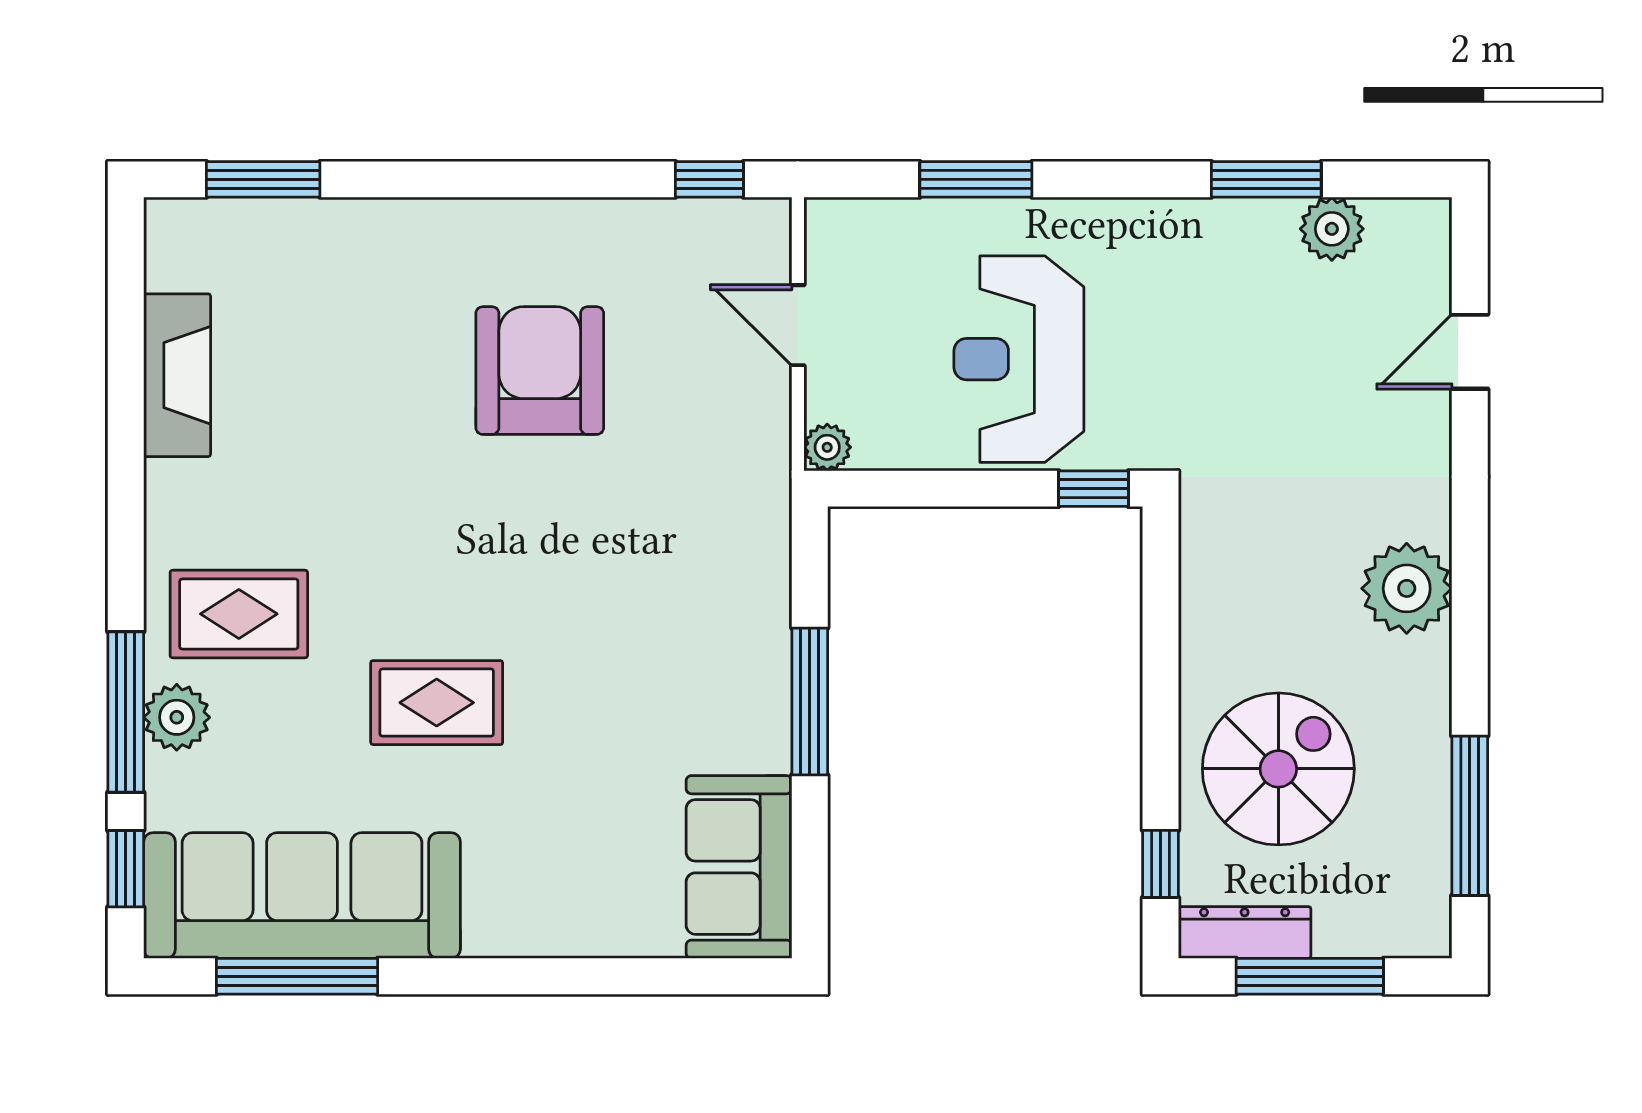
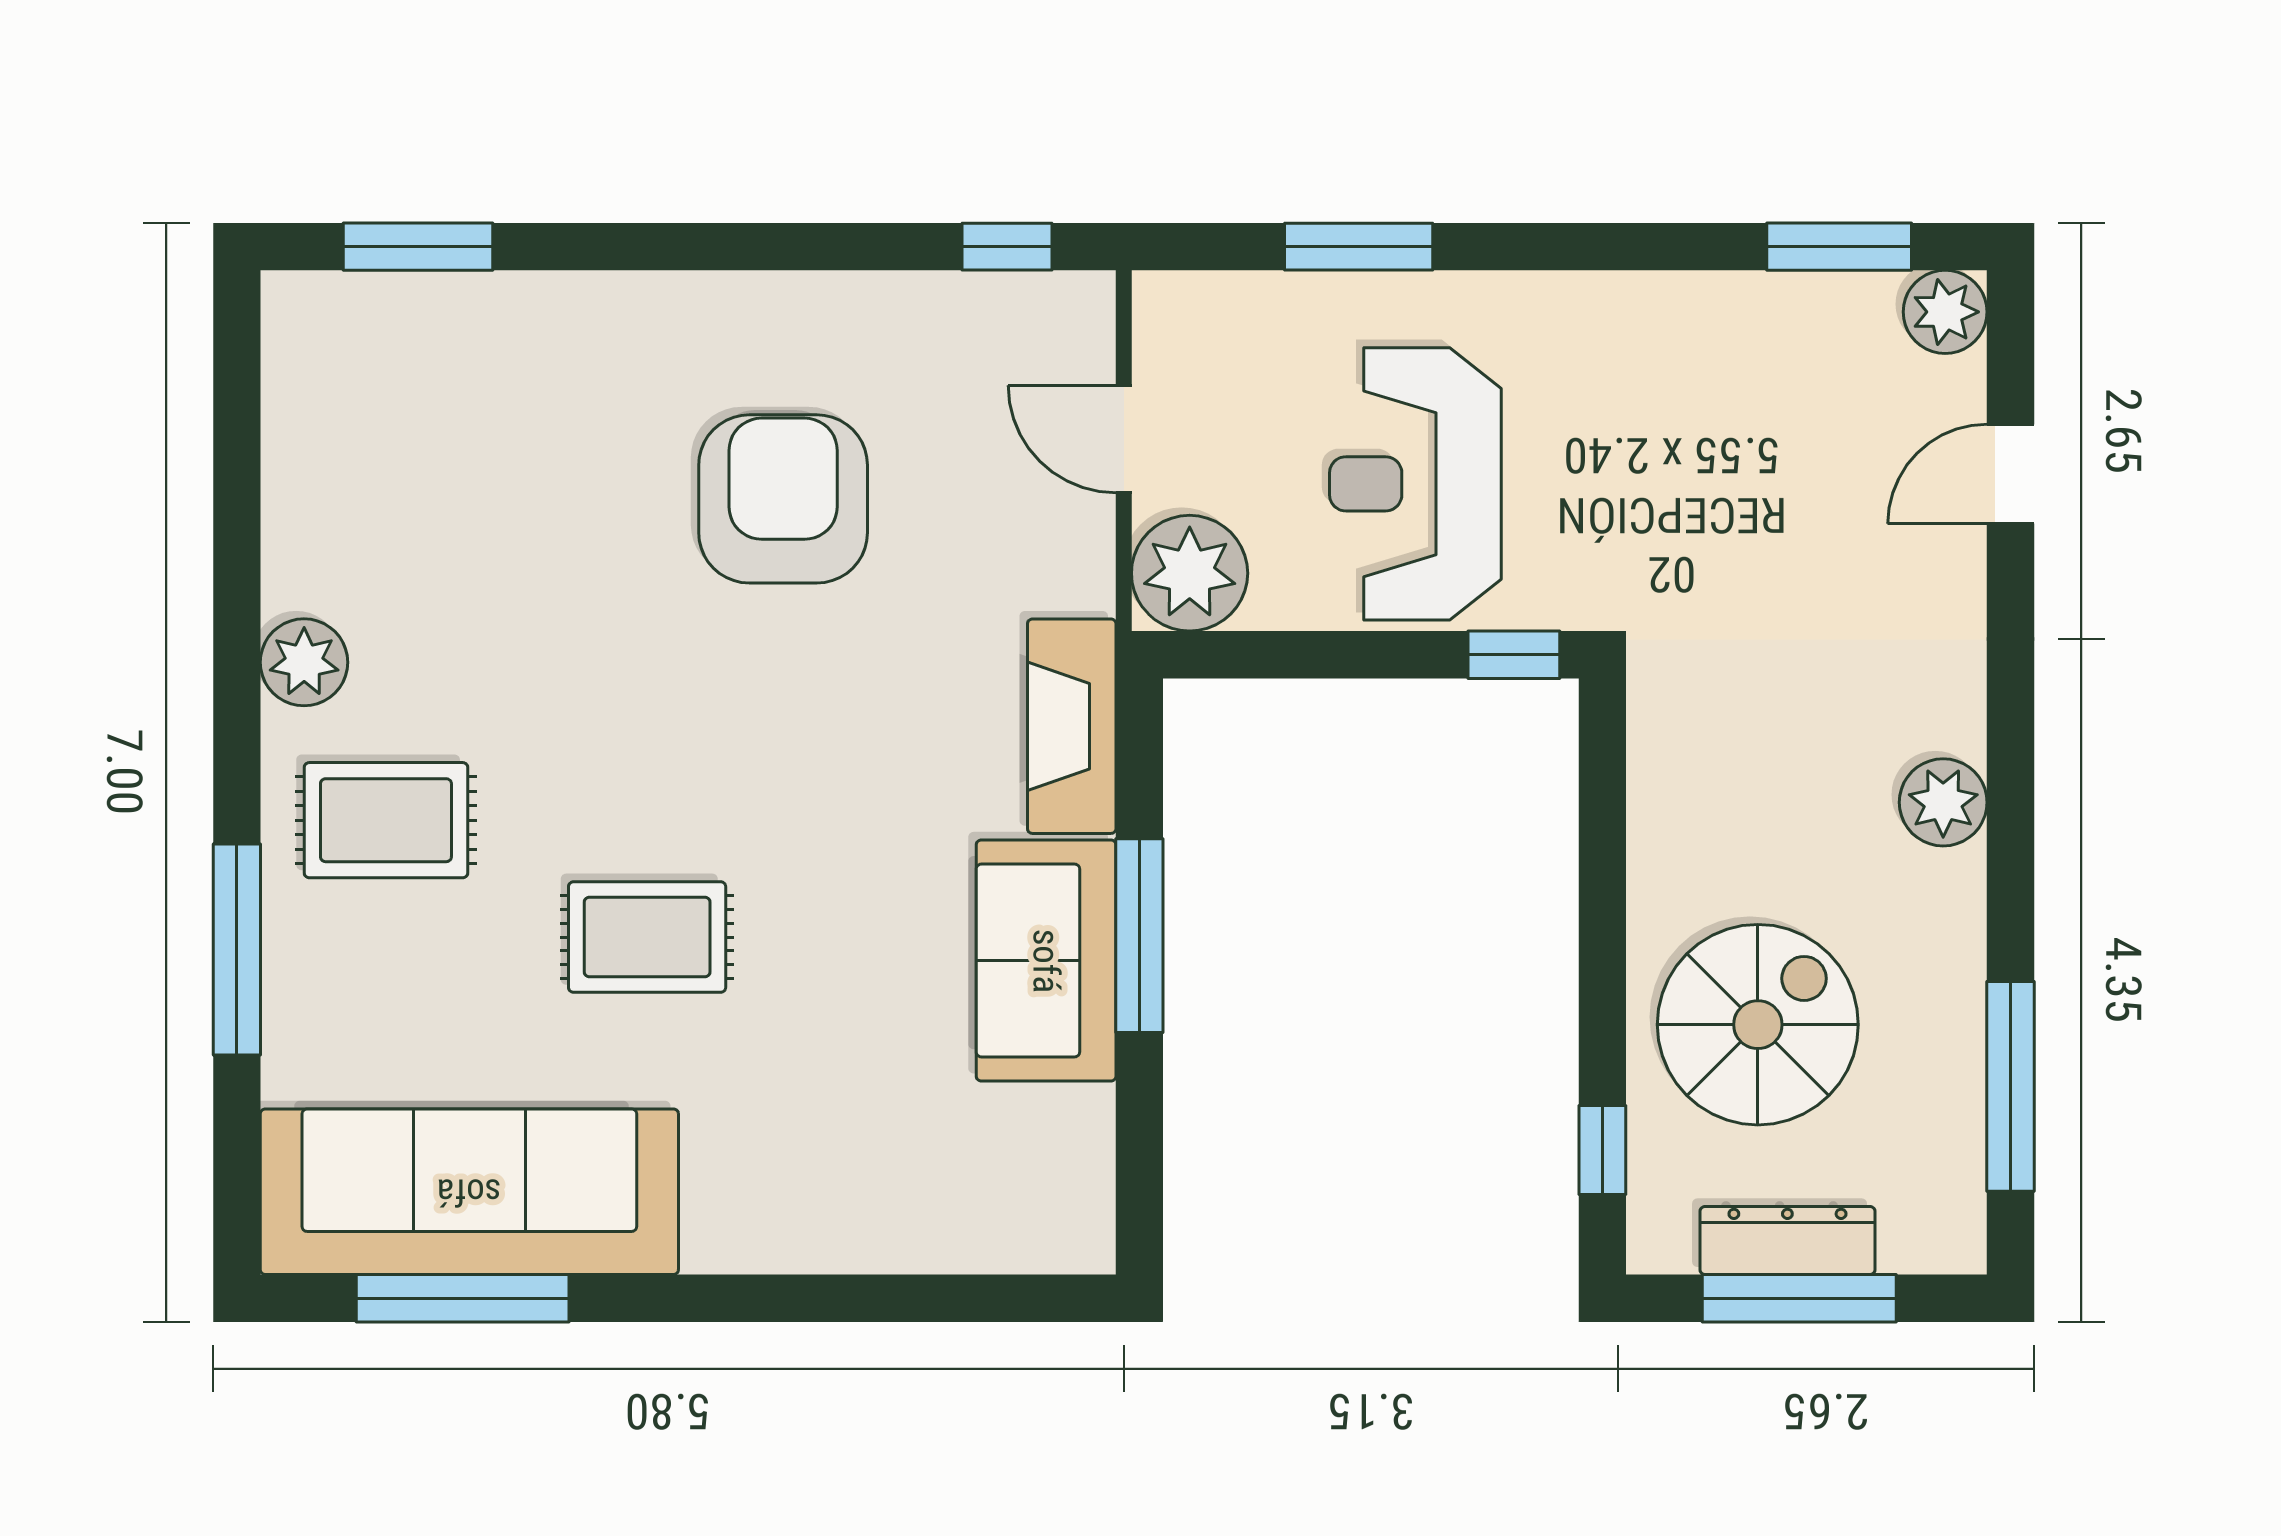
window: (1266, 179) -> (1839, 247), moved
plant: (1332, 229) -> (1945, 312), moved
fireplace: (177, 375) -> (1072, 726), moved, turned 180
plant: (827, 447) -> (1190, 573), width x1.88, depth x1.88
plant: (1407, 588) -> (1943, 802), width x0.73, depth x0.73
plant: (177, 717) -> (304, 662), moved
sofa: (739, 867) -> (1046, 961), moved
window: (126, 869) -> (237, 1156), removed
dresser: (1245, 932) -> (1787, 1241), moved

